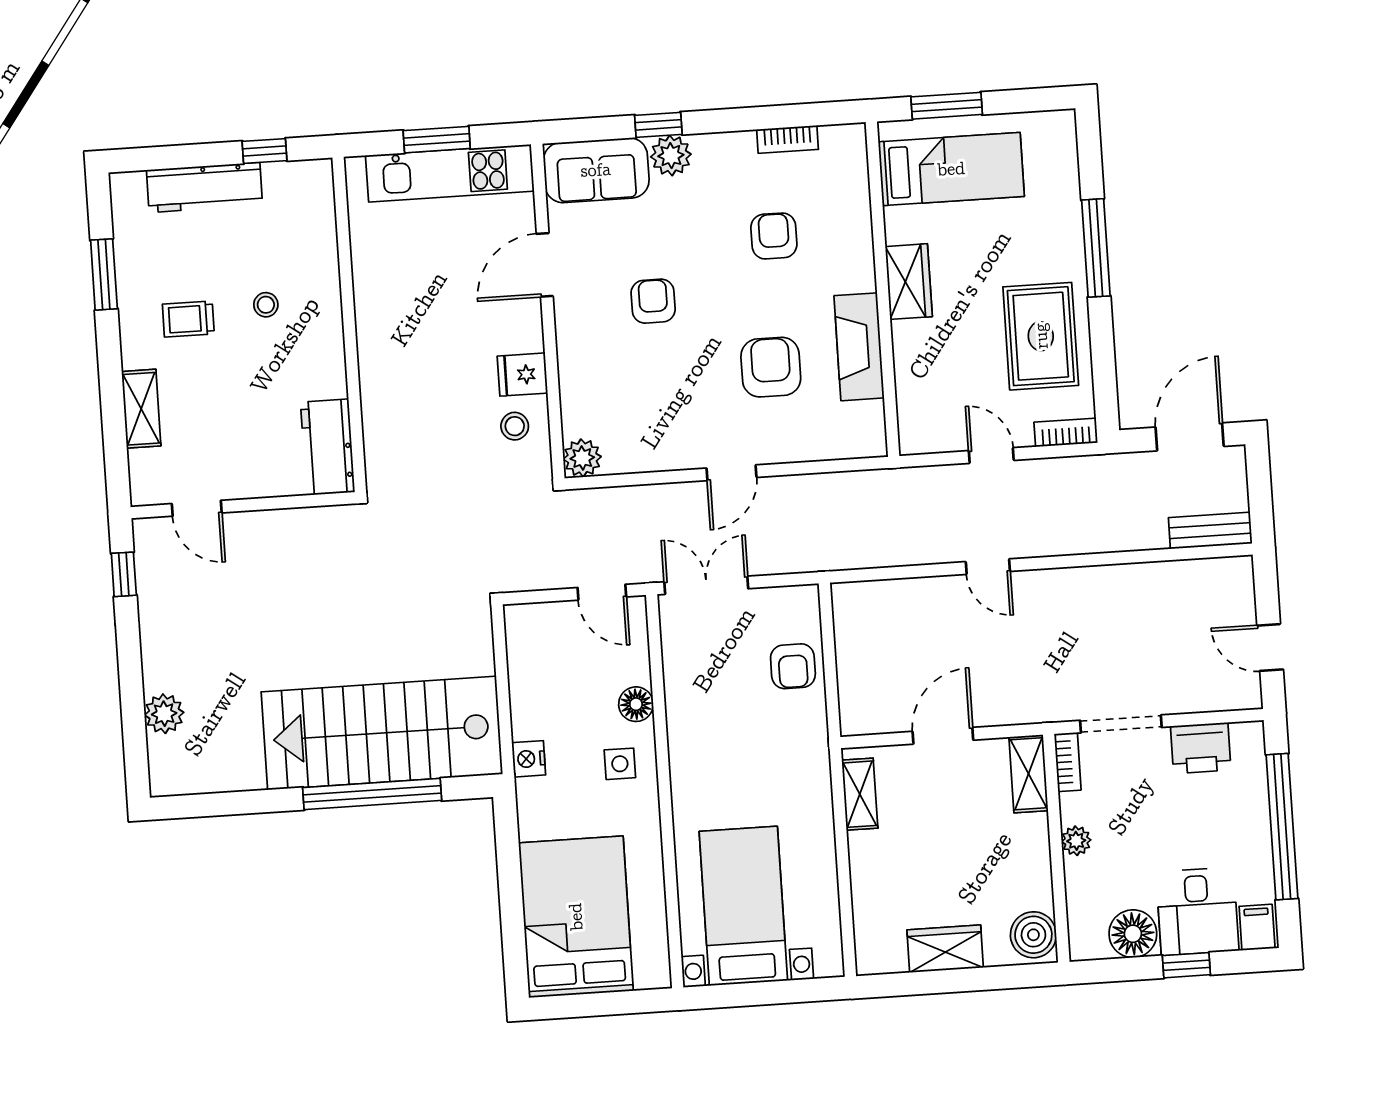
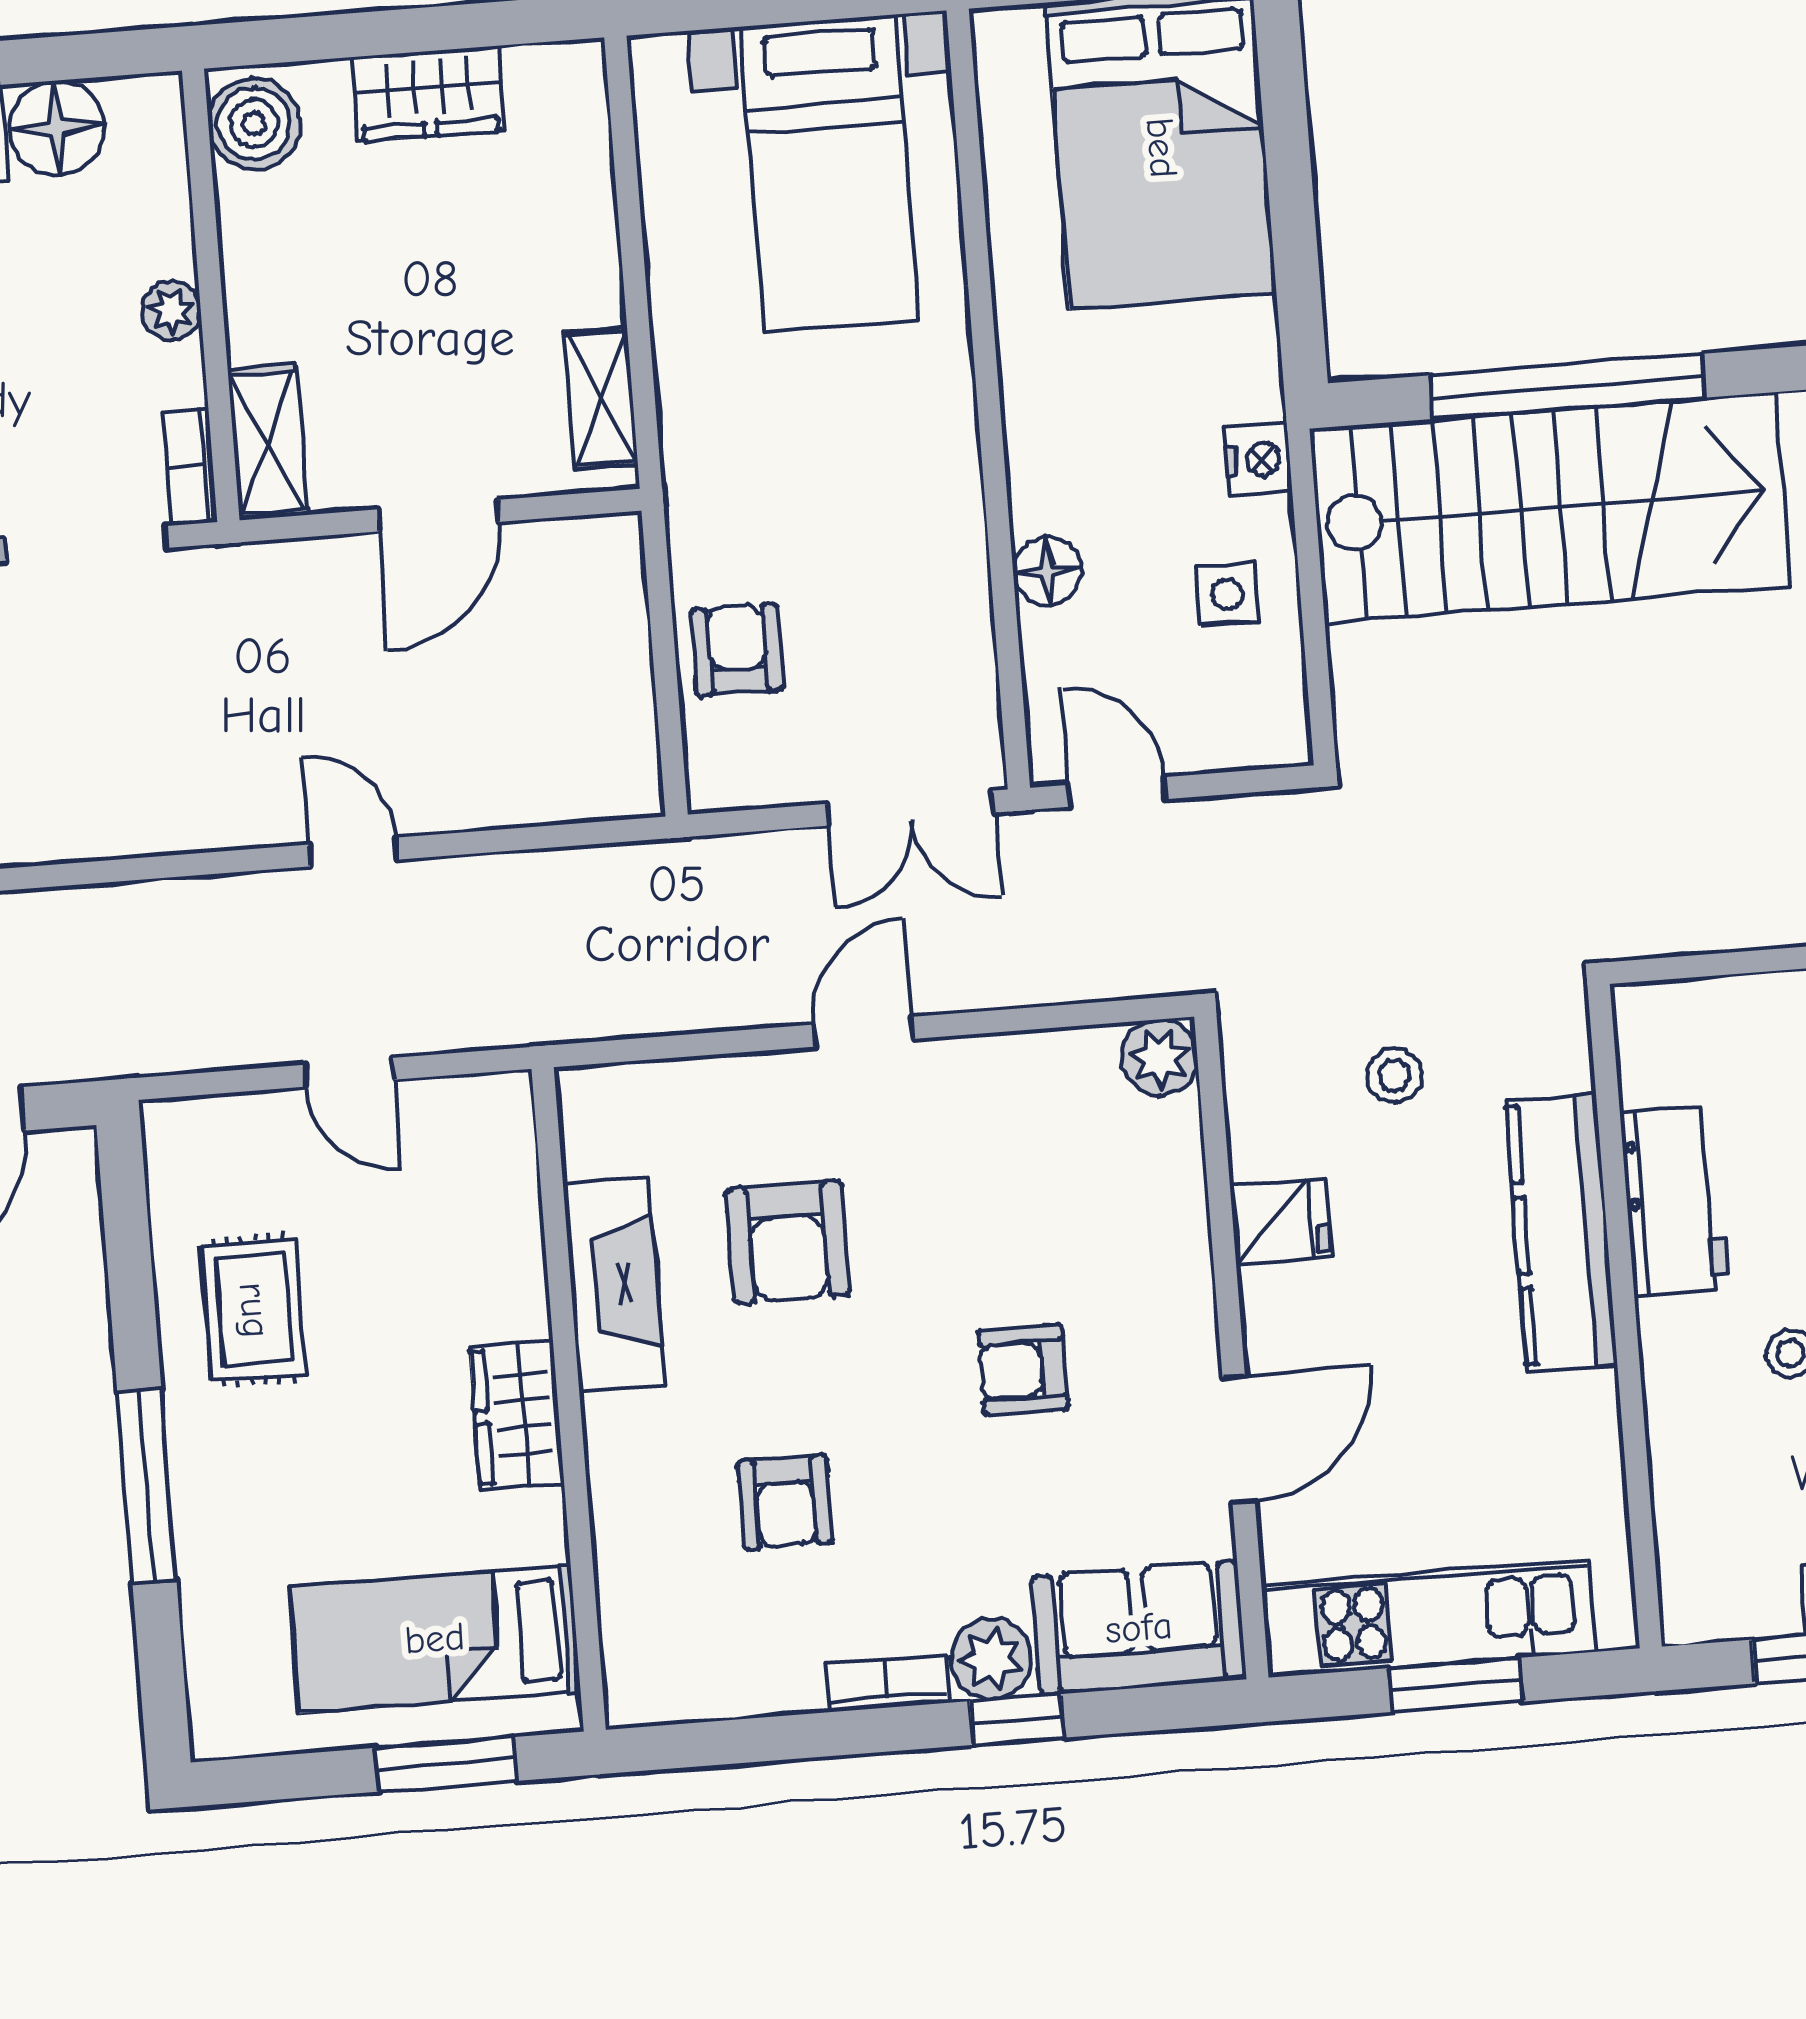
bookcase: (788, 139) -> (887, 1684), moved
armchair: (653, 301) -> (1023, 1370), turned 90
rug: (1041, 336) -> (254, 1310), width x0.73, depth x0.70
kitchen counter: (381, 367) -> (1561, 1232), added
stool: (515, 426) -> (1394, 1075), moved
bookcase: (1066, 433) -> (202, 1120), removed
workbench: (328, 447) -> (1675, 1200), moved
side table: (620, 764) -> (1227, 594), moved

